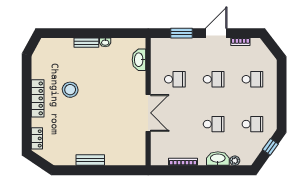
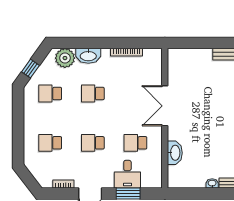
desk: (182, 51) -> (127, 174), added
washbasin: (139, 60) -> (175, 153), moved
plant: (235, 161) -> (65, 58), width x1.87, depth x1.87

